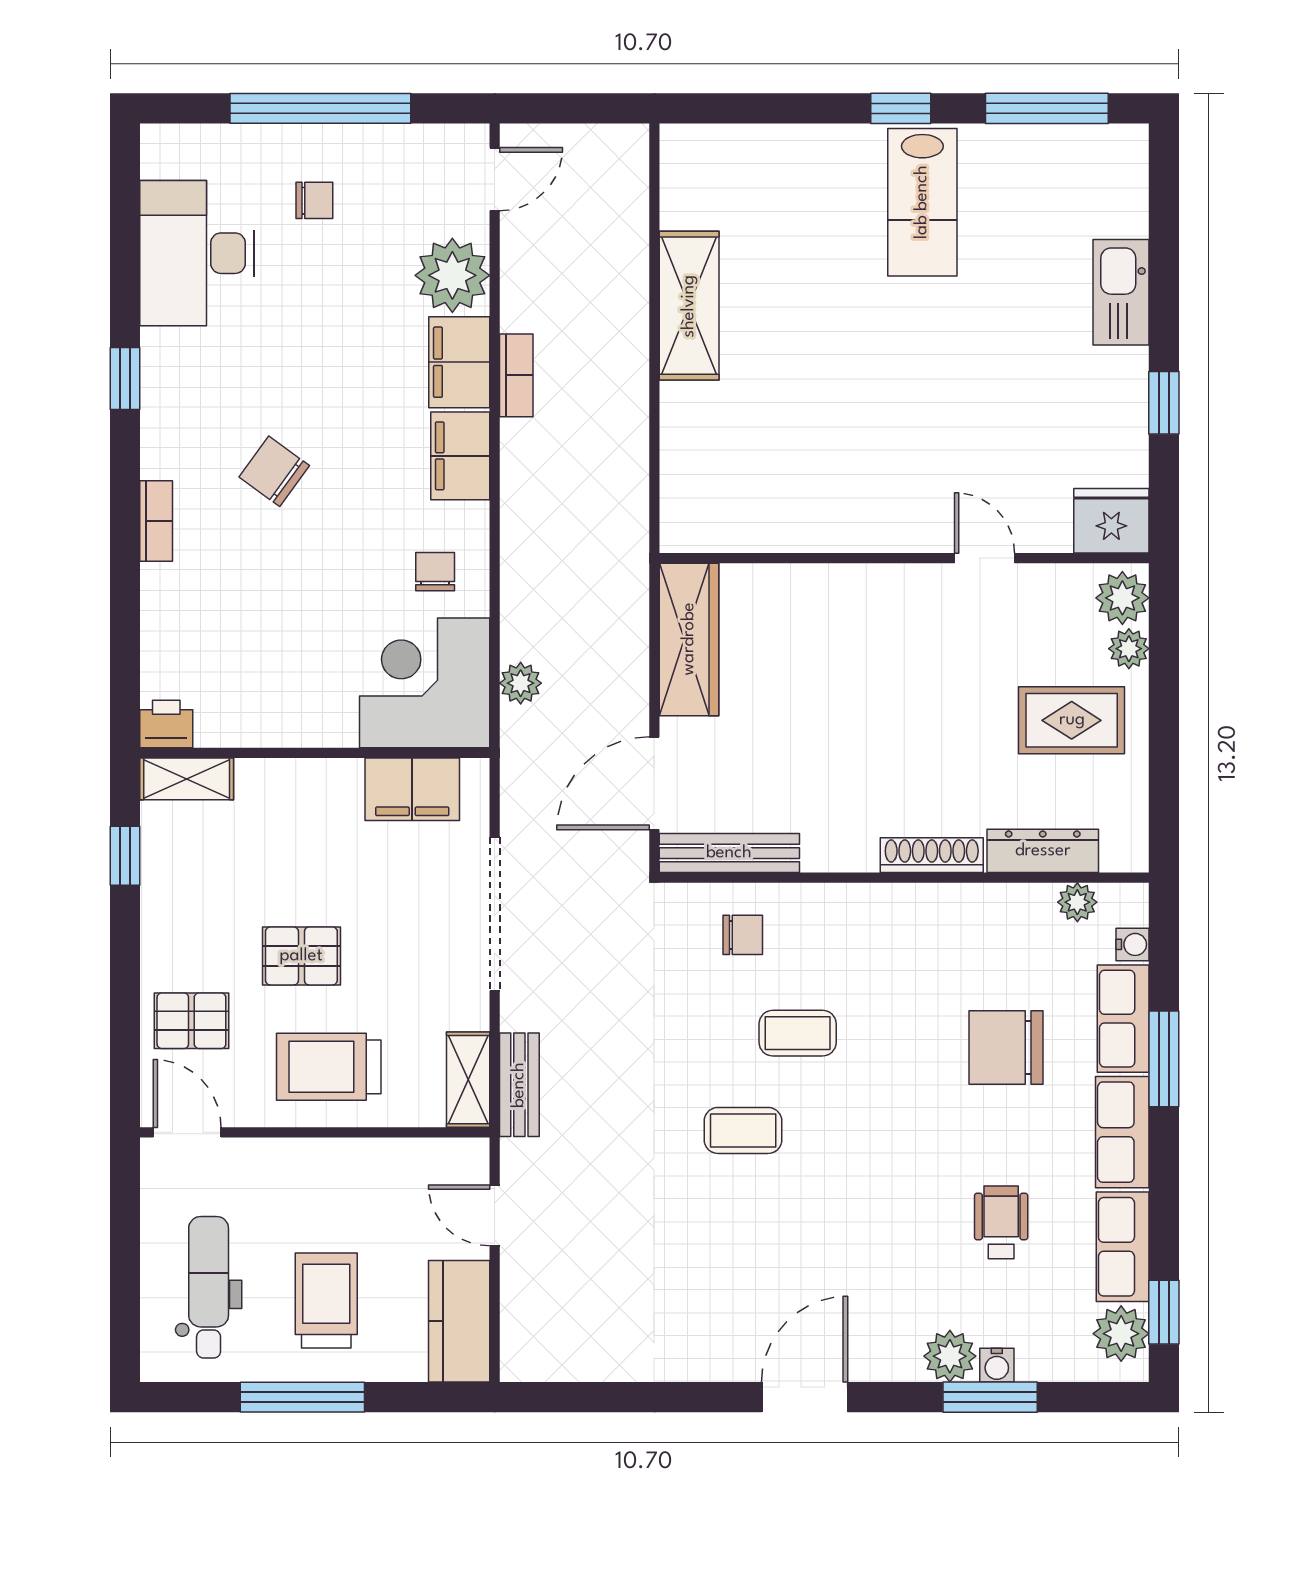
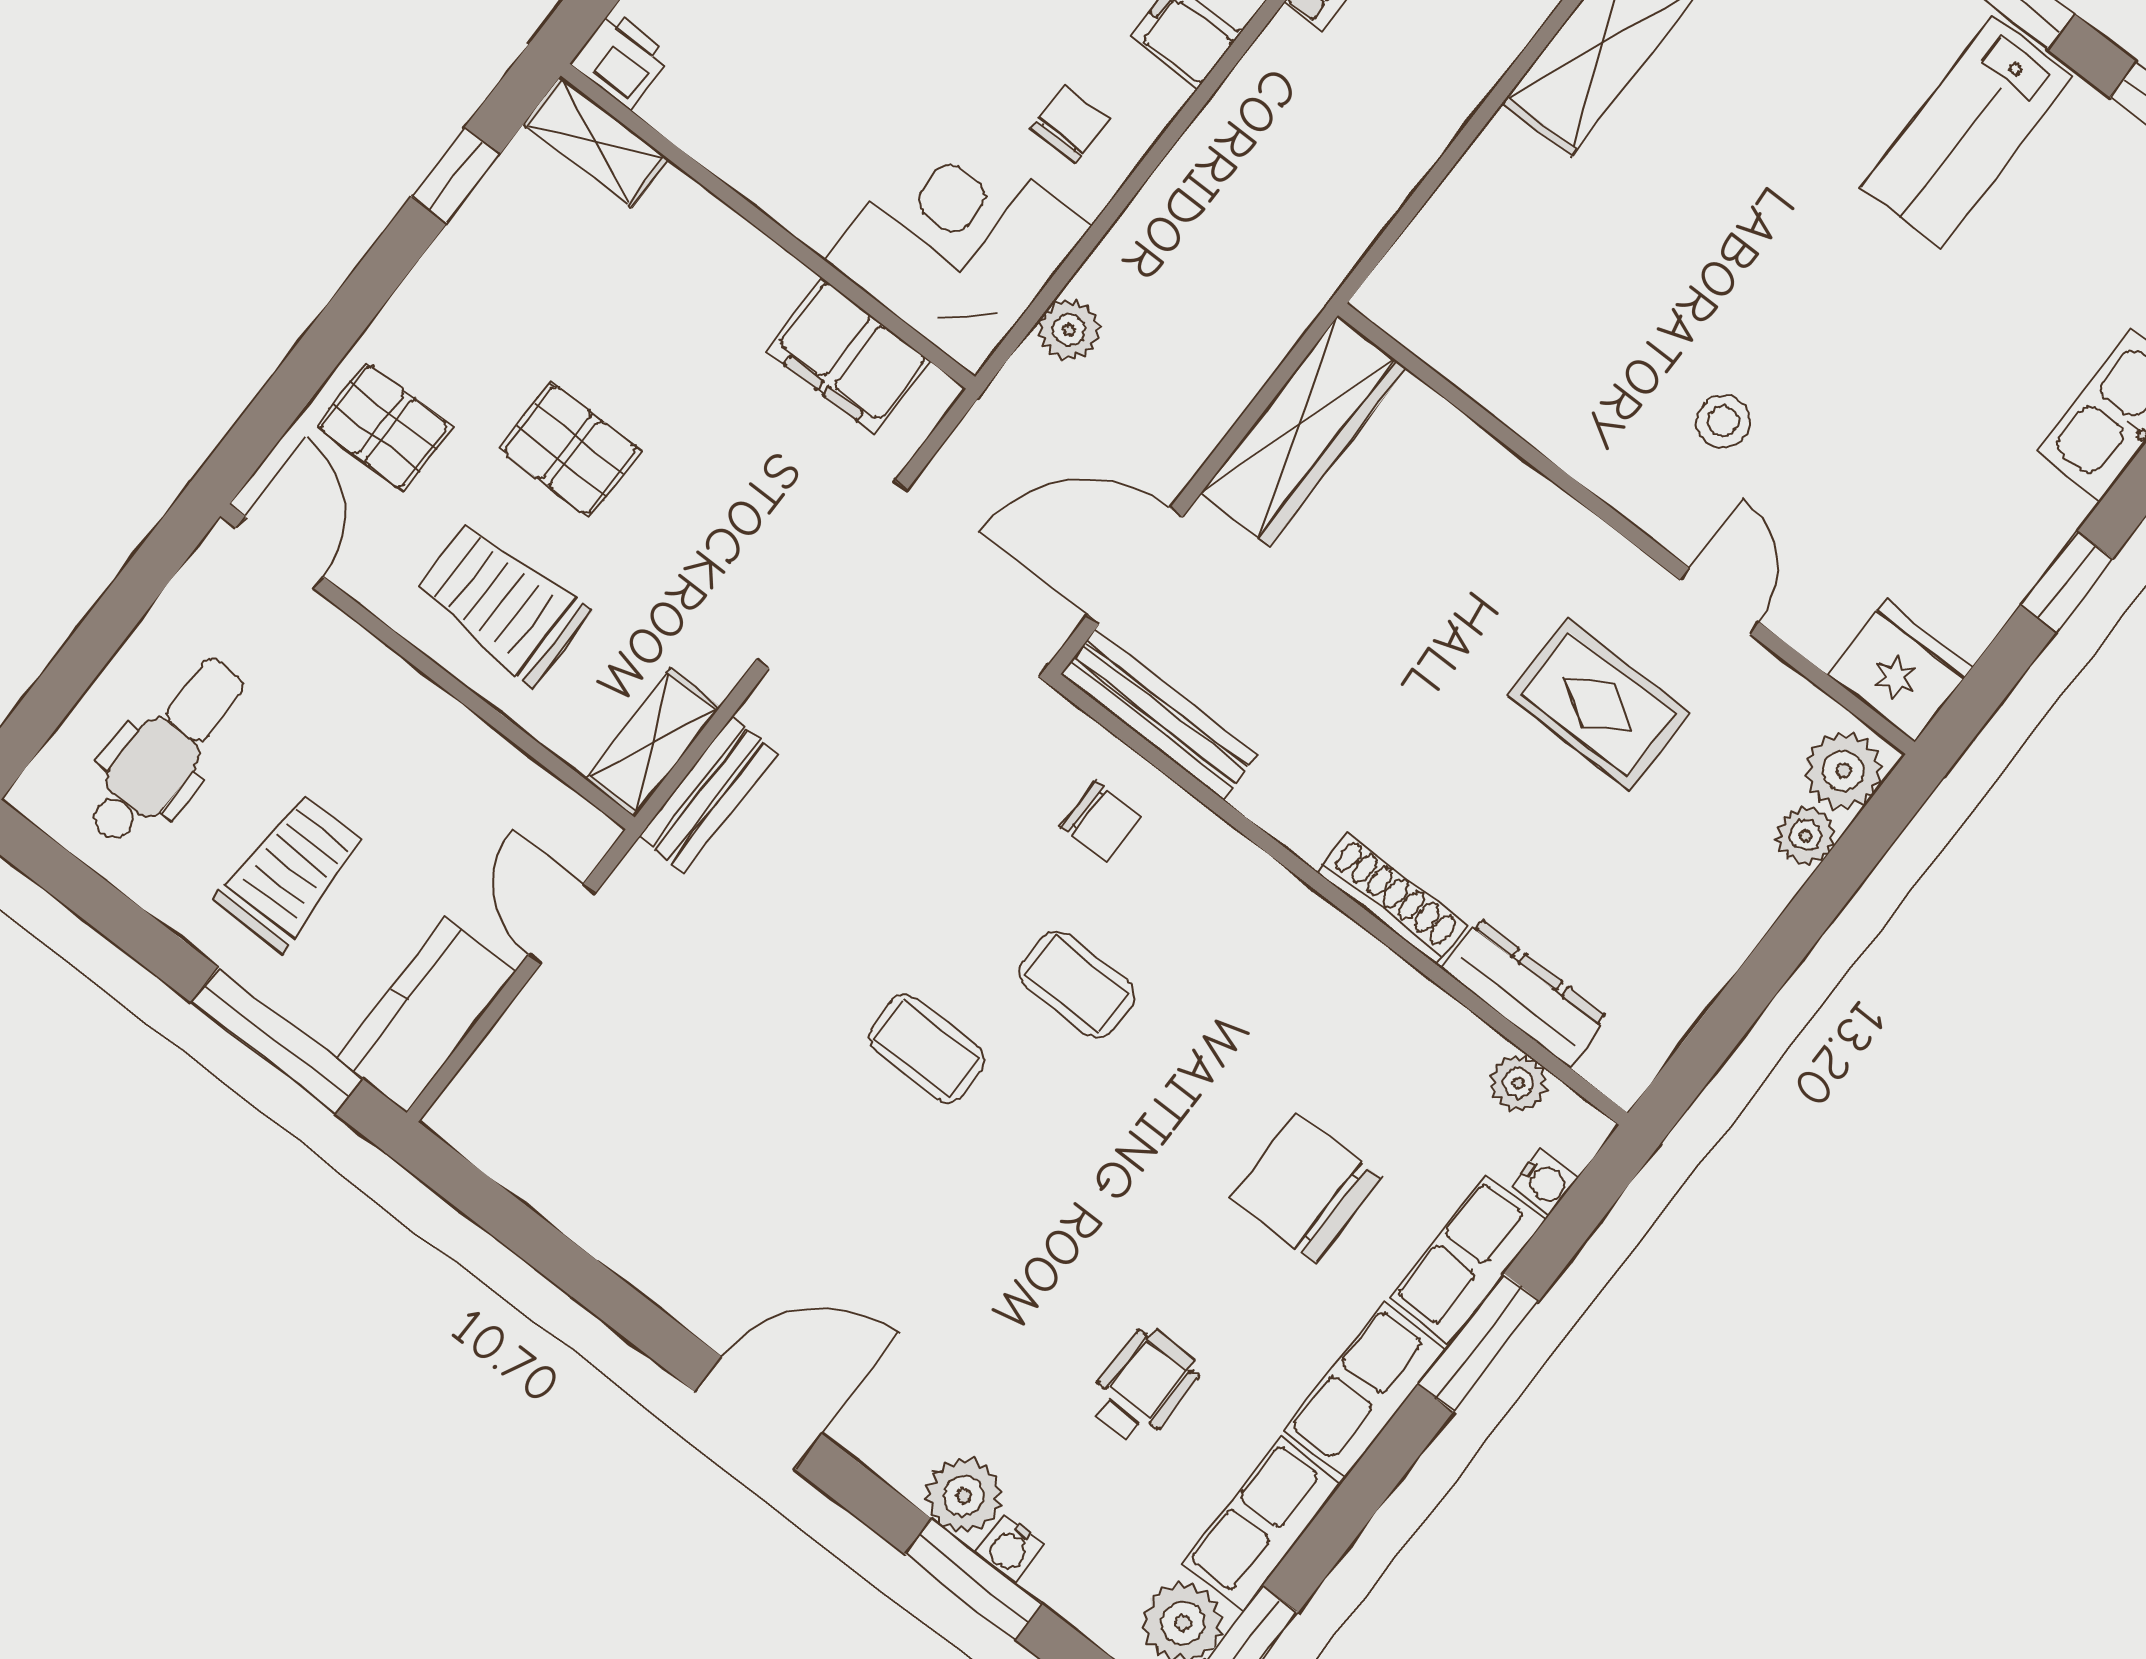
stool: (912, 460) -> (1723, 421), added
rug: (1072, 720) -> (1598, 705), moved
window: (302, 1397) -> (277, 1041), moved

